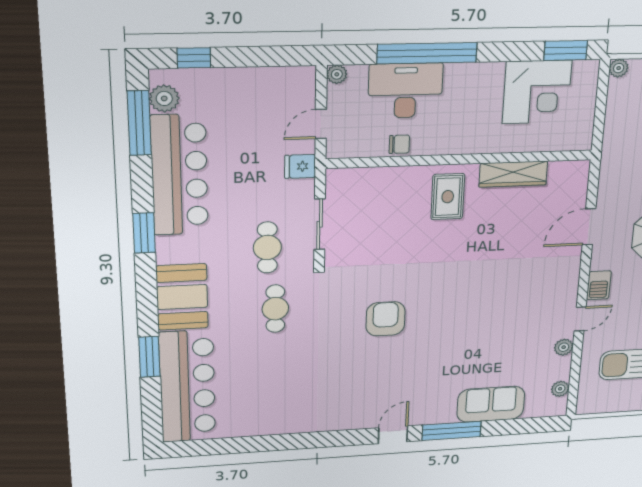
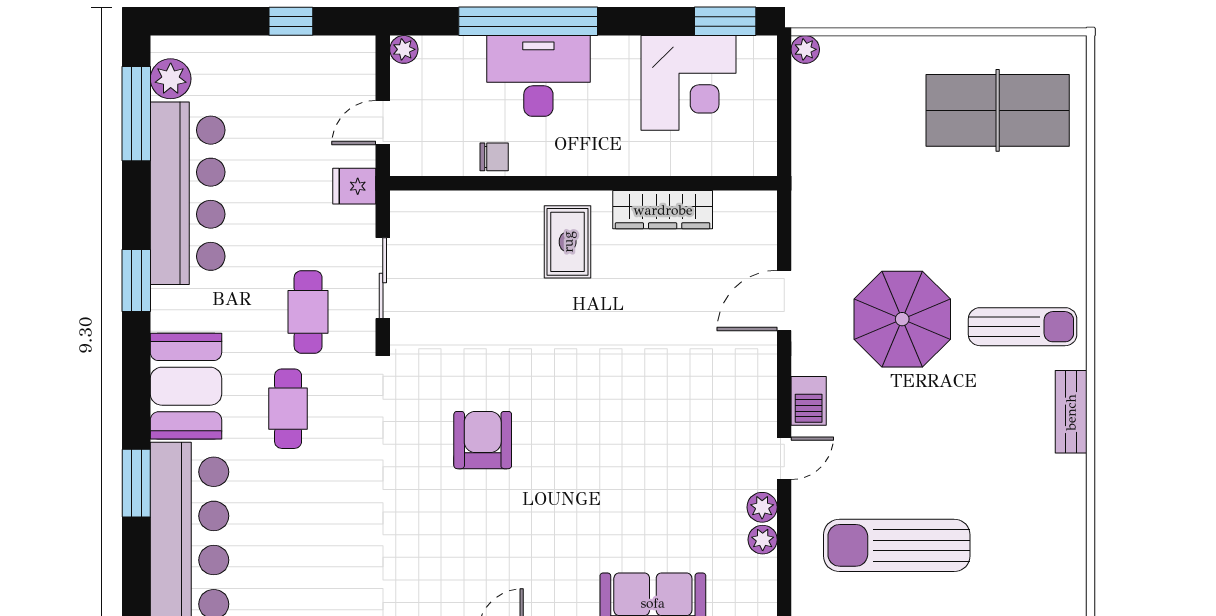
window: (194, 58) -> (291, 21), moved
desk: (405, 91) -> (538, 76), moved
cafe table: (275, 309) -> (288, 409), moved
plant: (560, 389) -> (763, 540), moved

